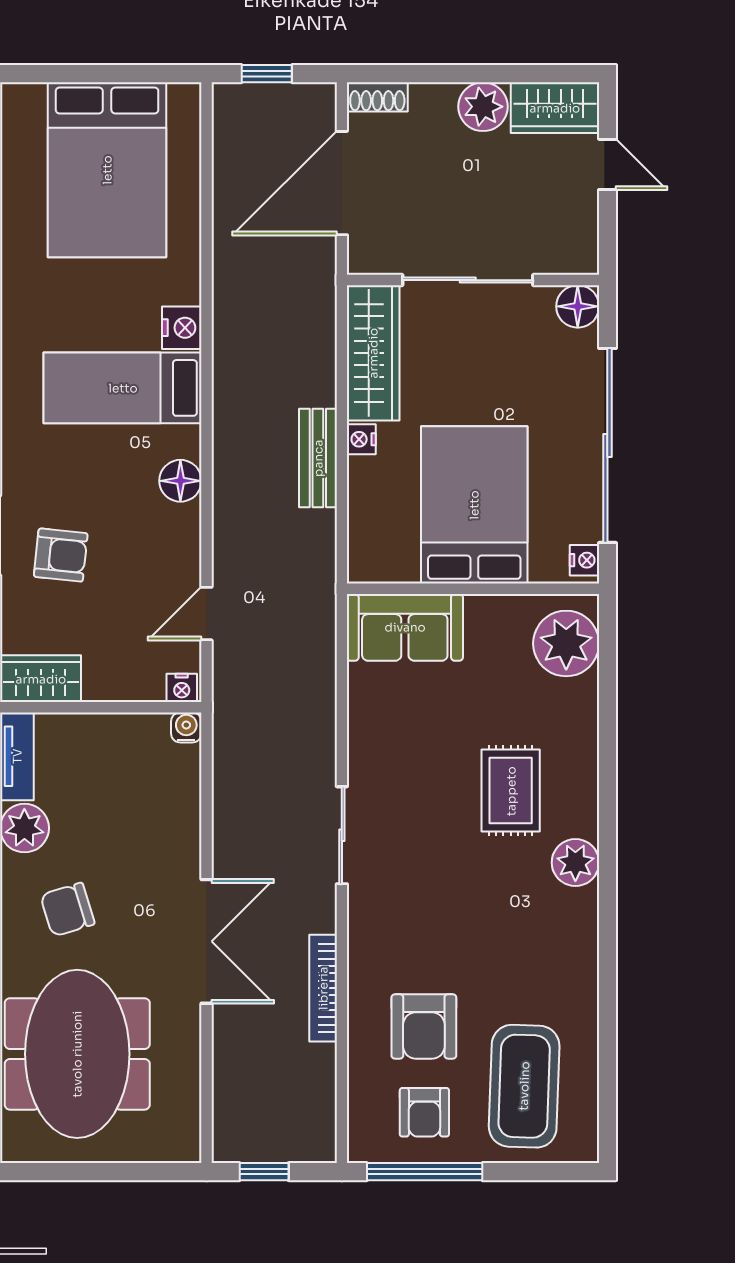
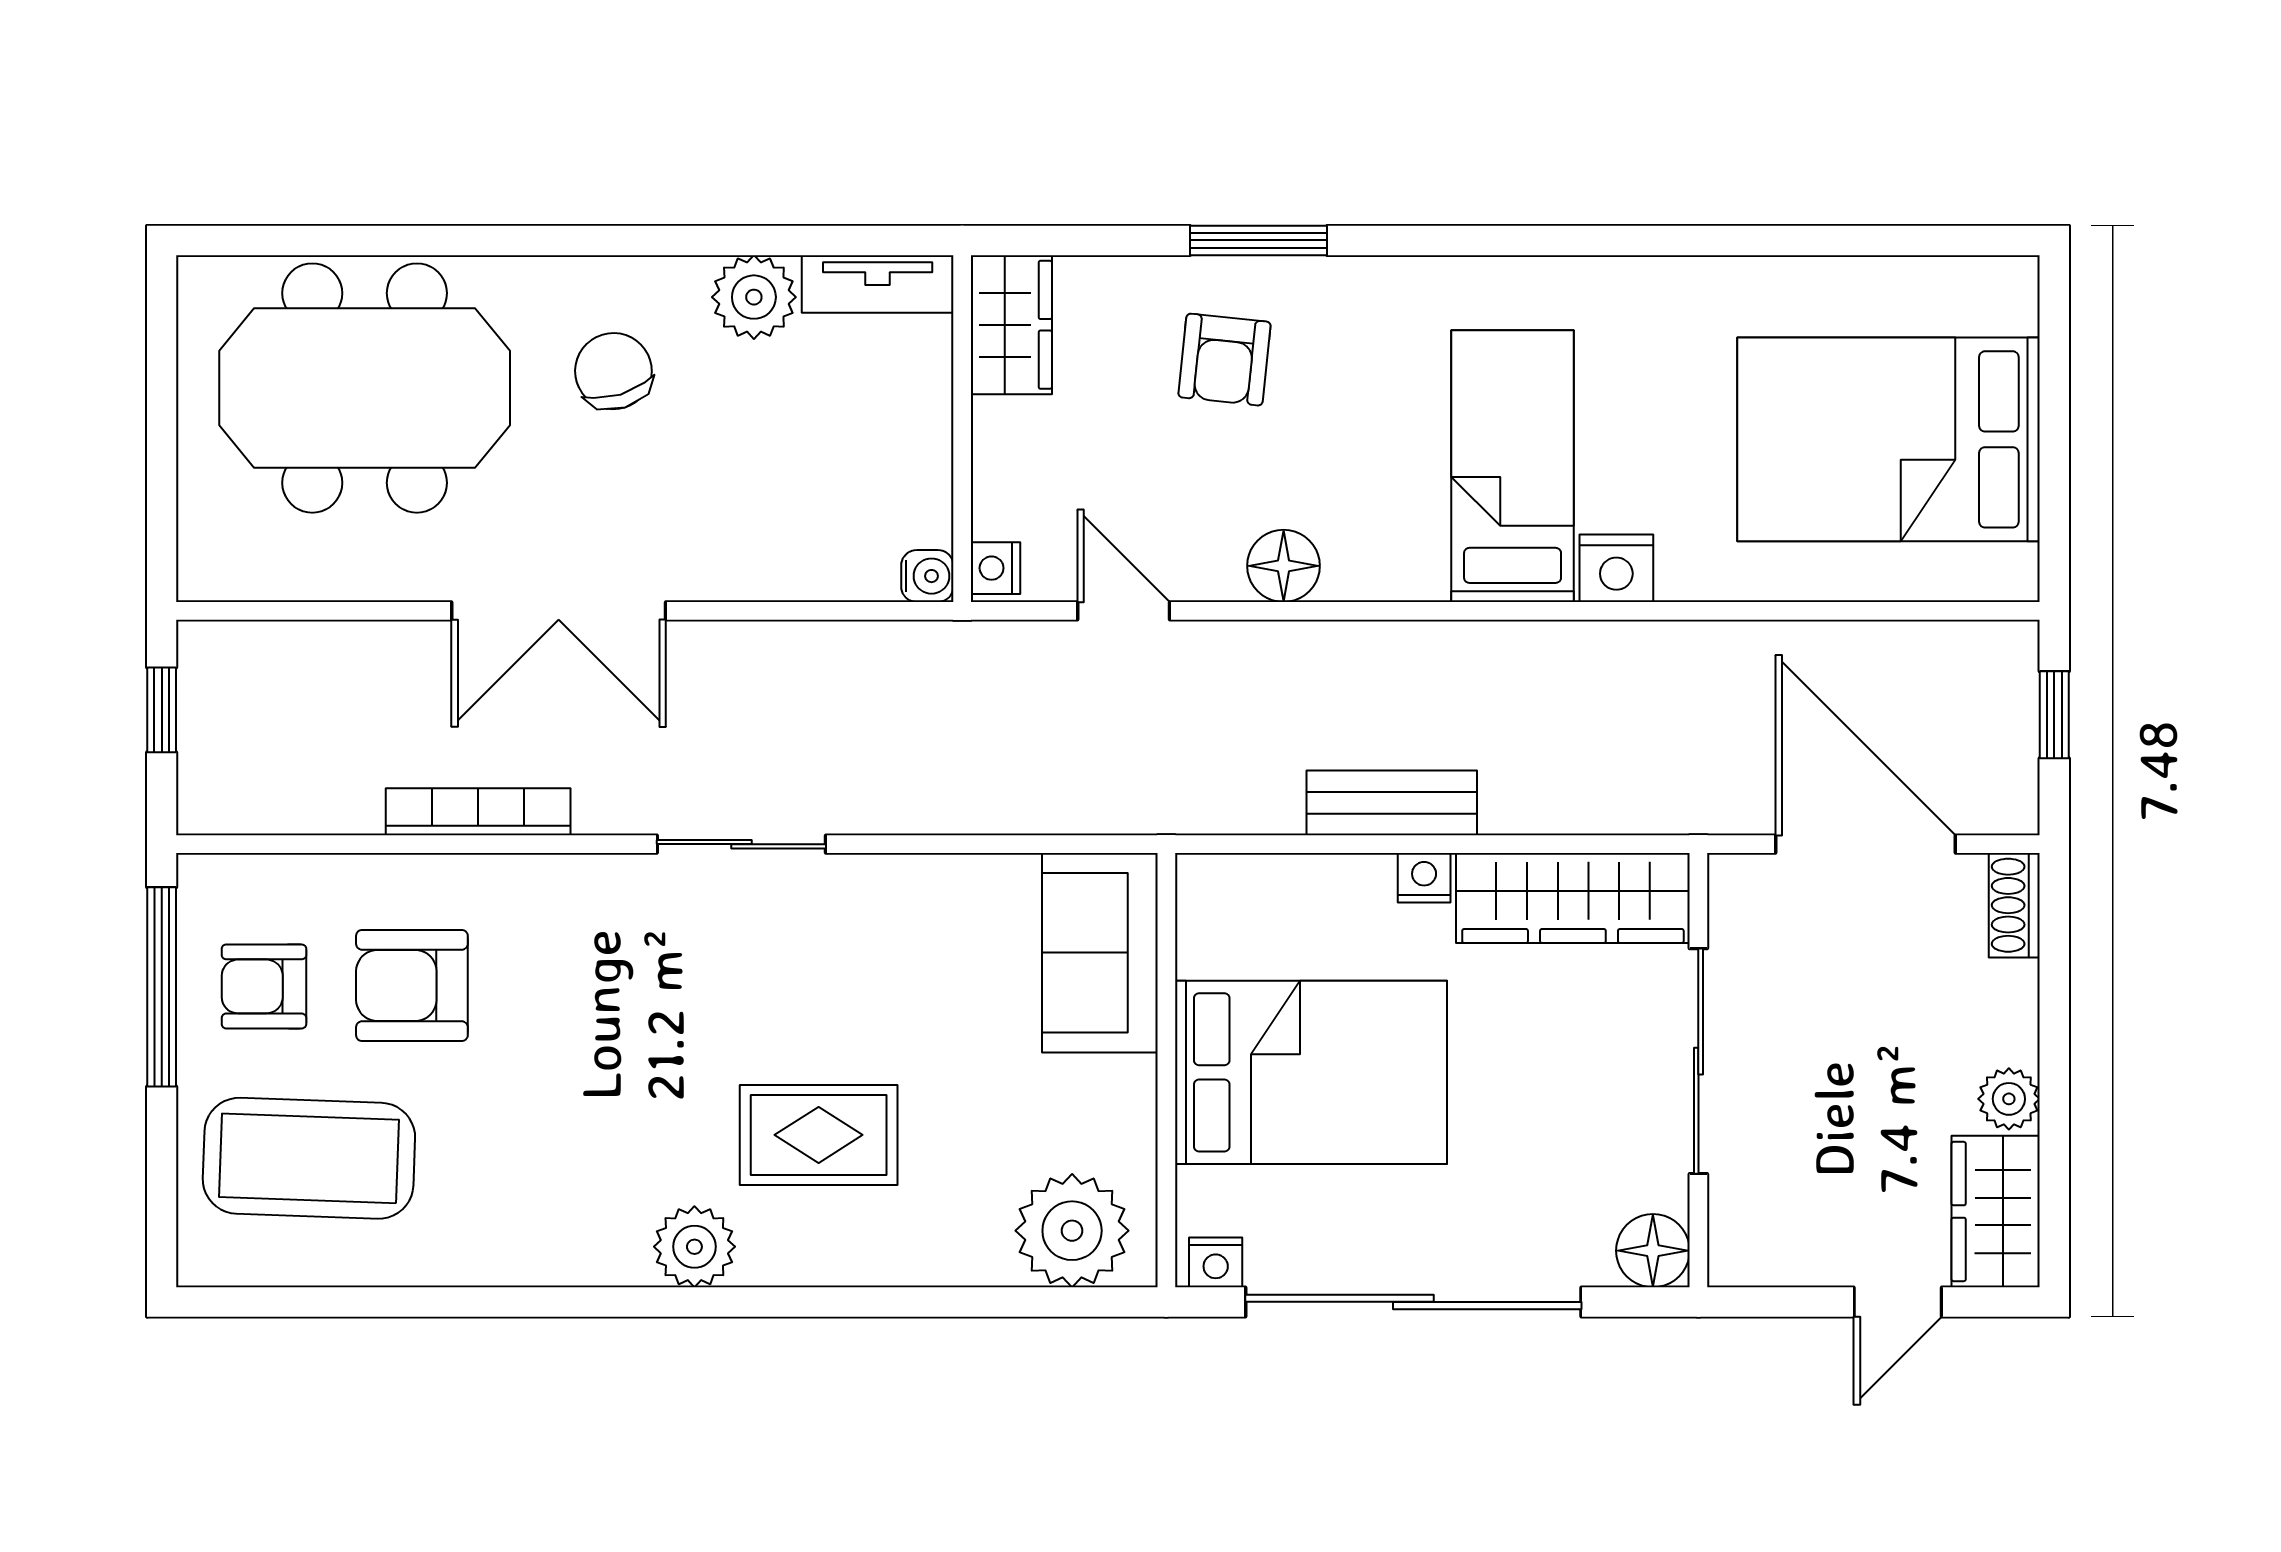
plant: (483, 107) -> (2009, 1099), width x0.73, depth x0.73
floor lamp: (180, 481) -> (1284, 566), moved

